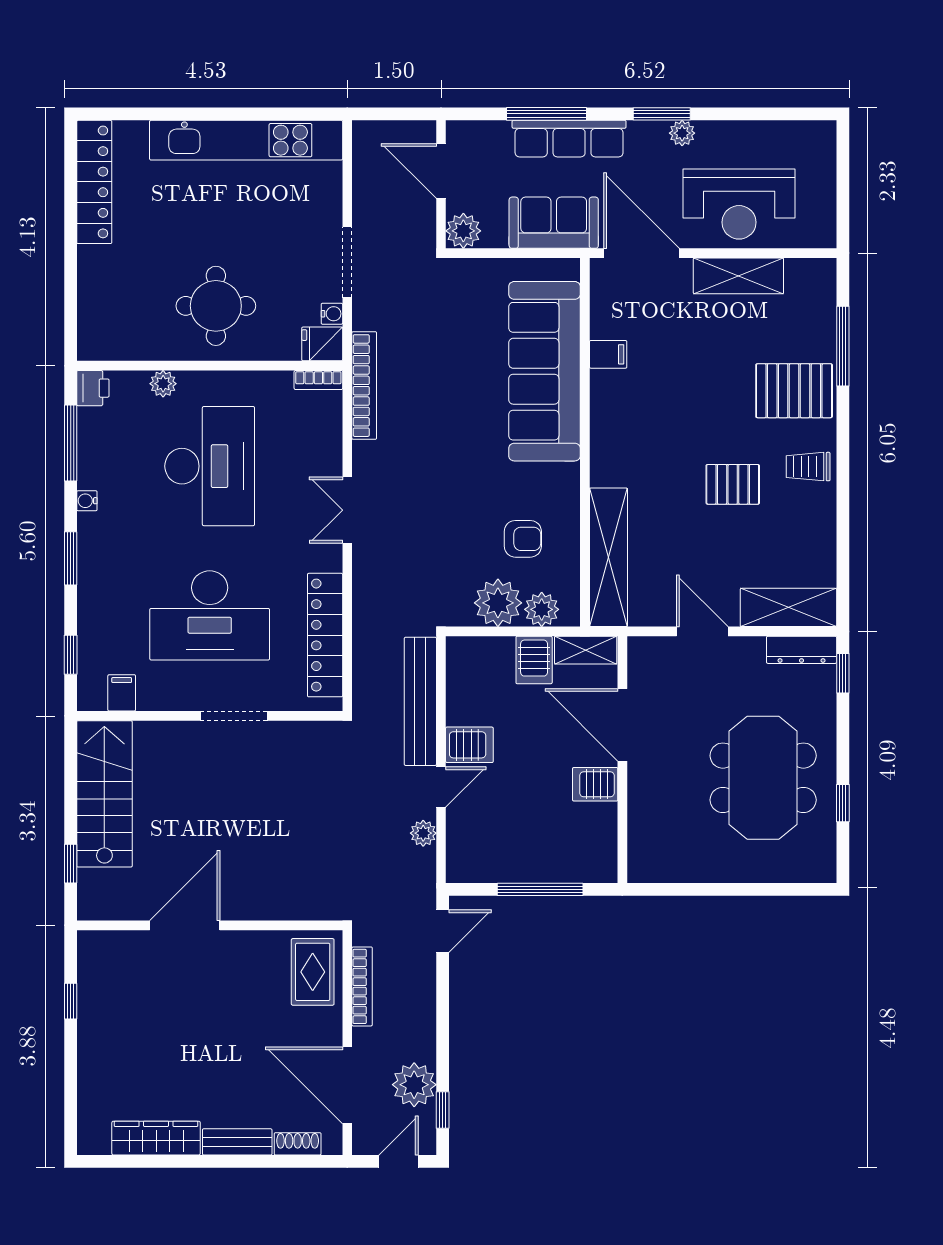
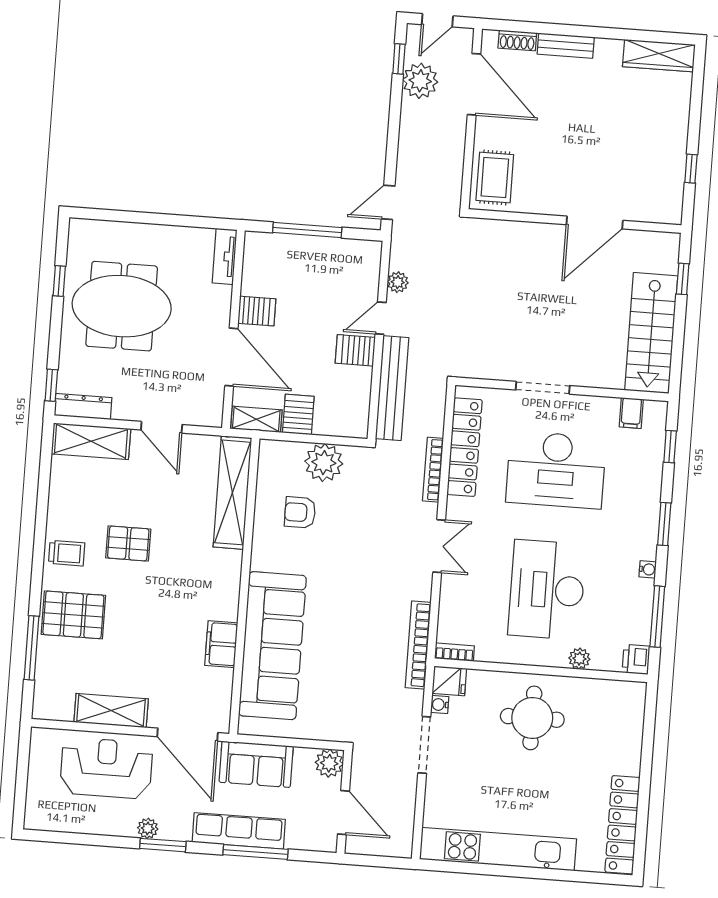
filing cabinet: (608, 354) -> (221, 644), width x2.00
plant: (542, 609) -> (289, 455), removed
desk: (210, 615) -> (556, 470), turned 180
meeting table: (763, 778) -> (122, 306), turned 90
tv unit: (640, 849) -> (225, 256), added
bookcase: (362, 986) -> (433, 470), moved
wardrobe: (156, 1138) -> (659, 56), moved

